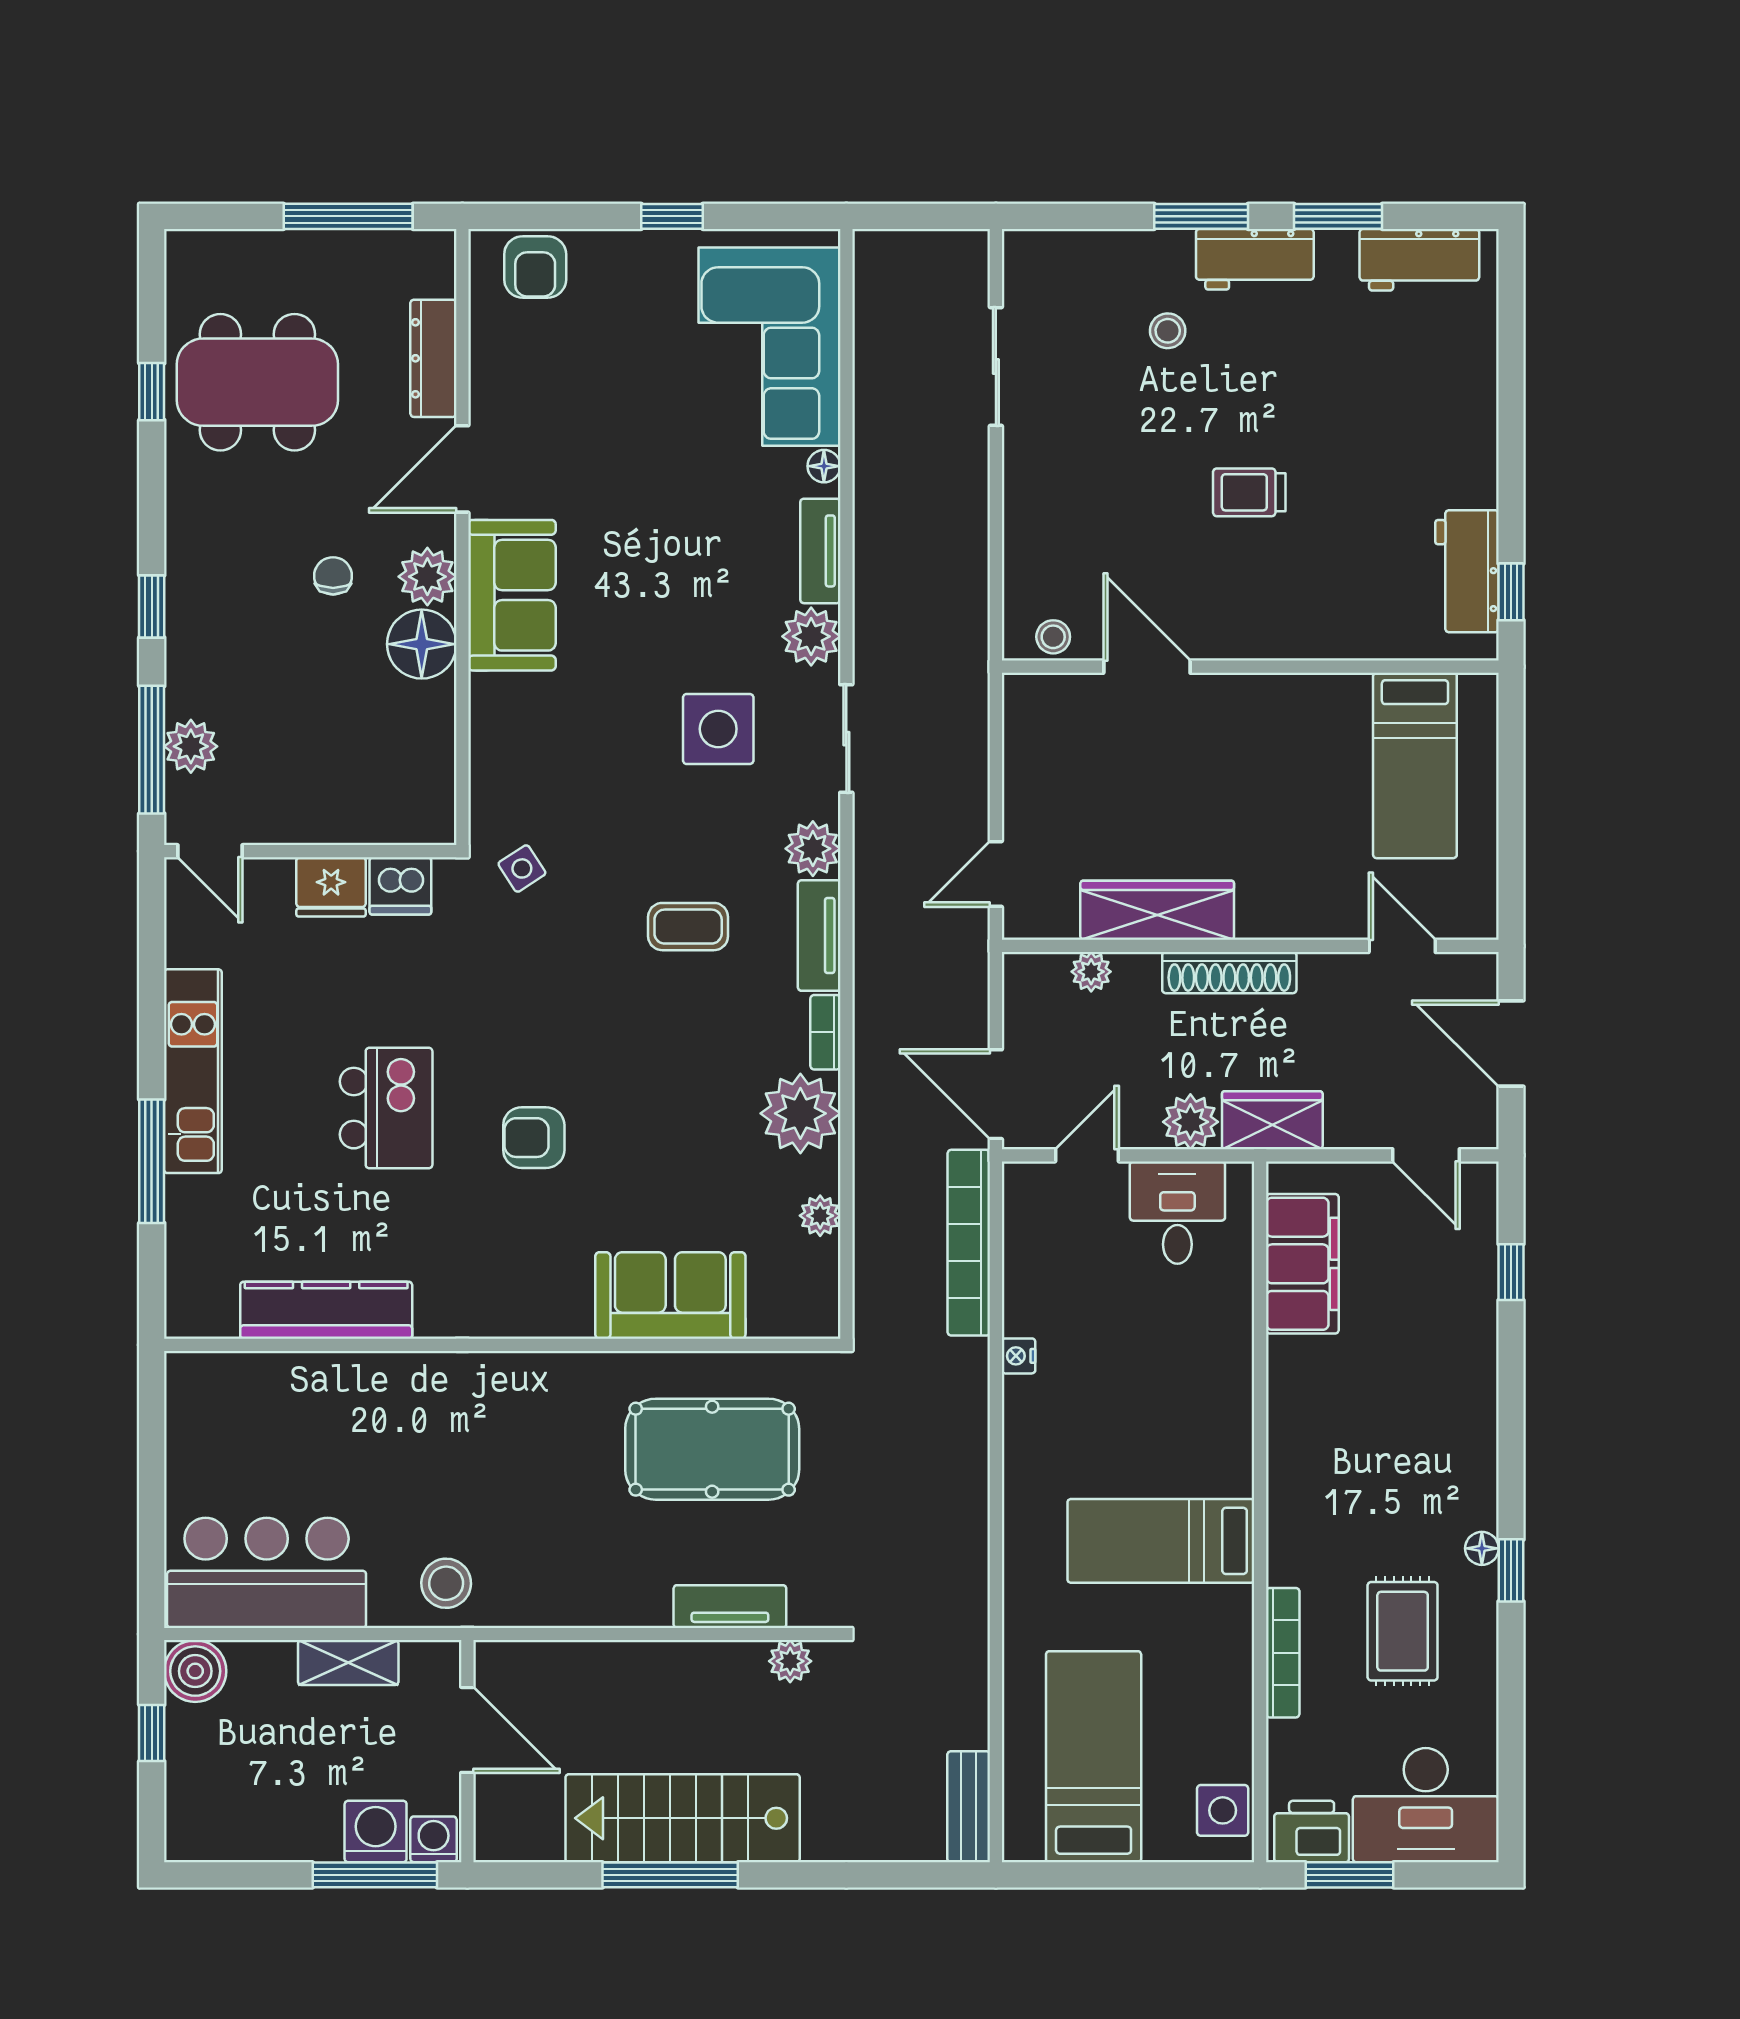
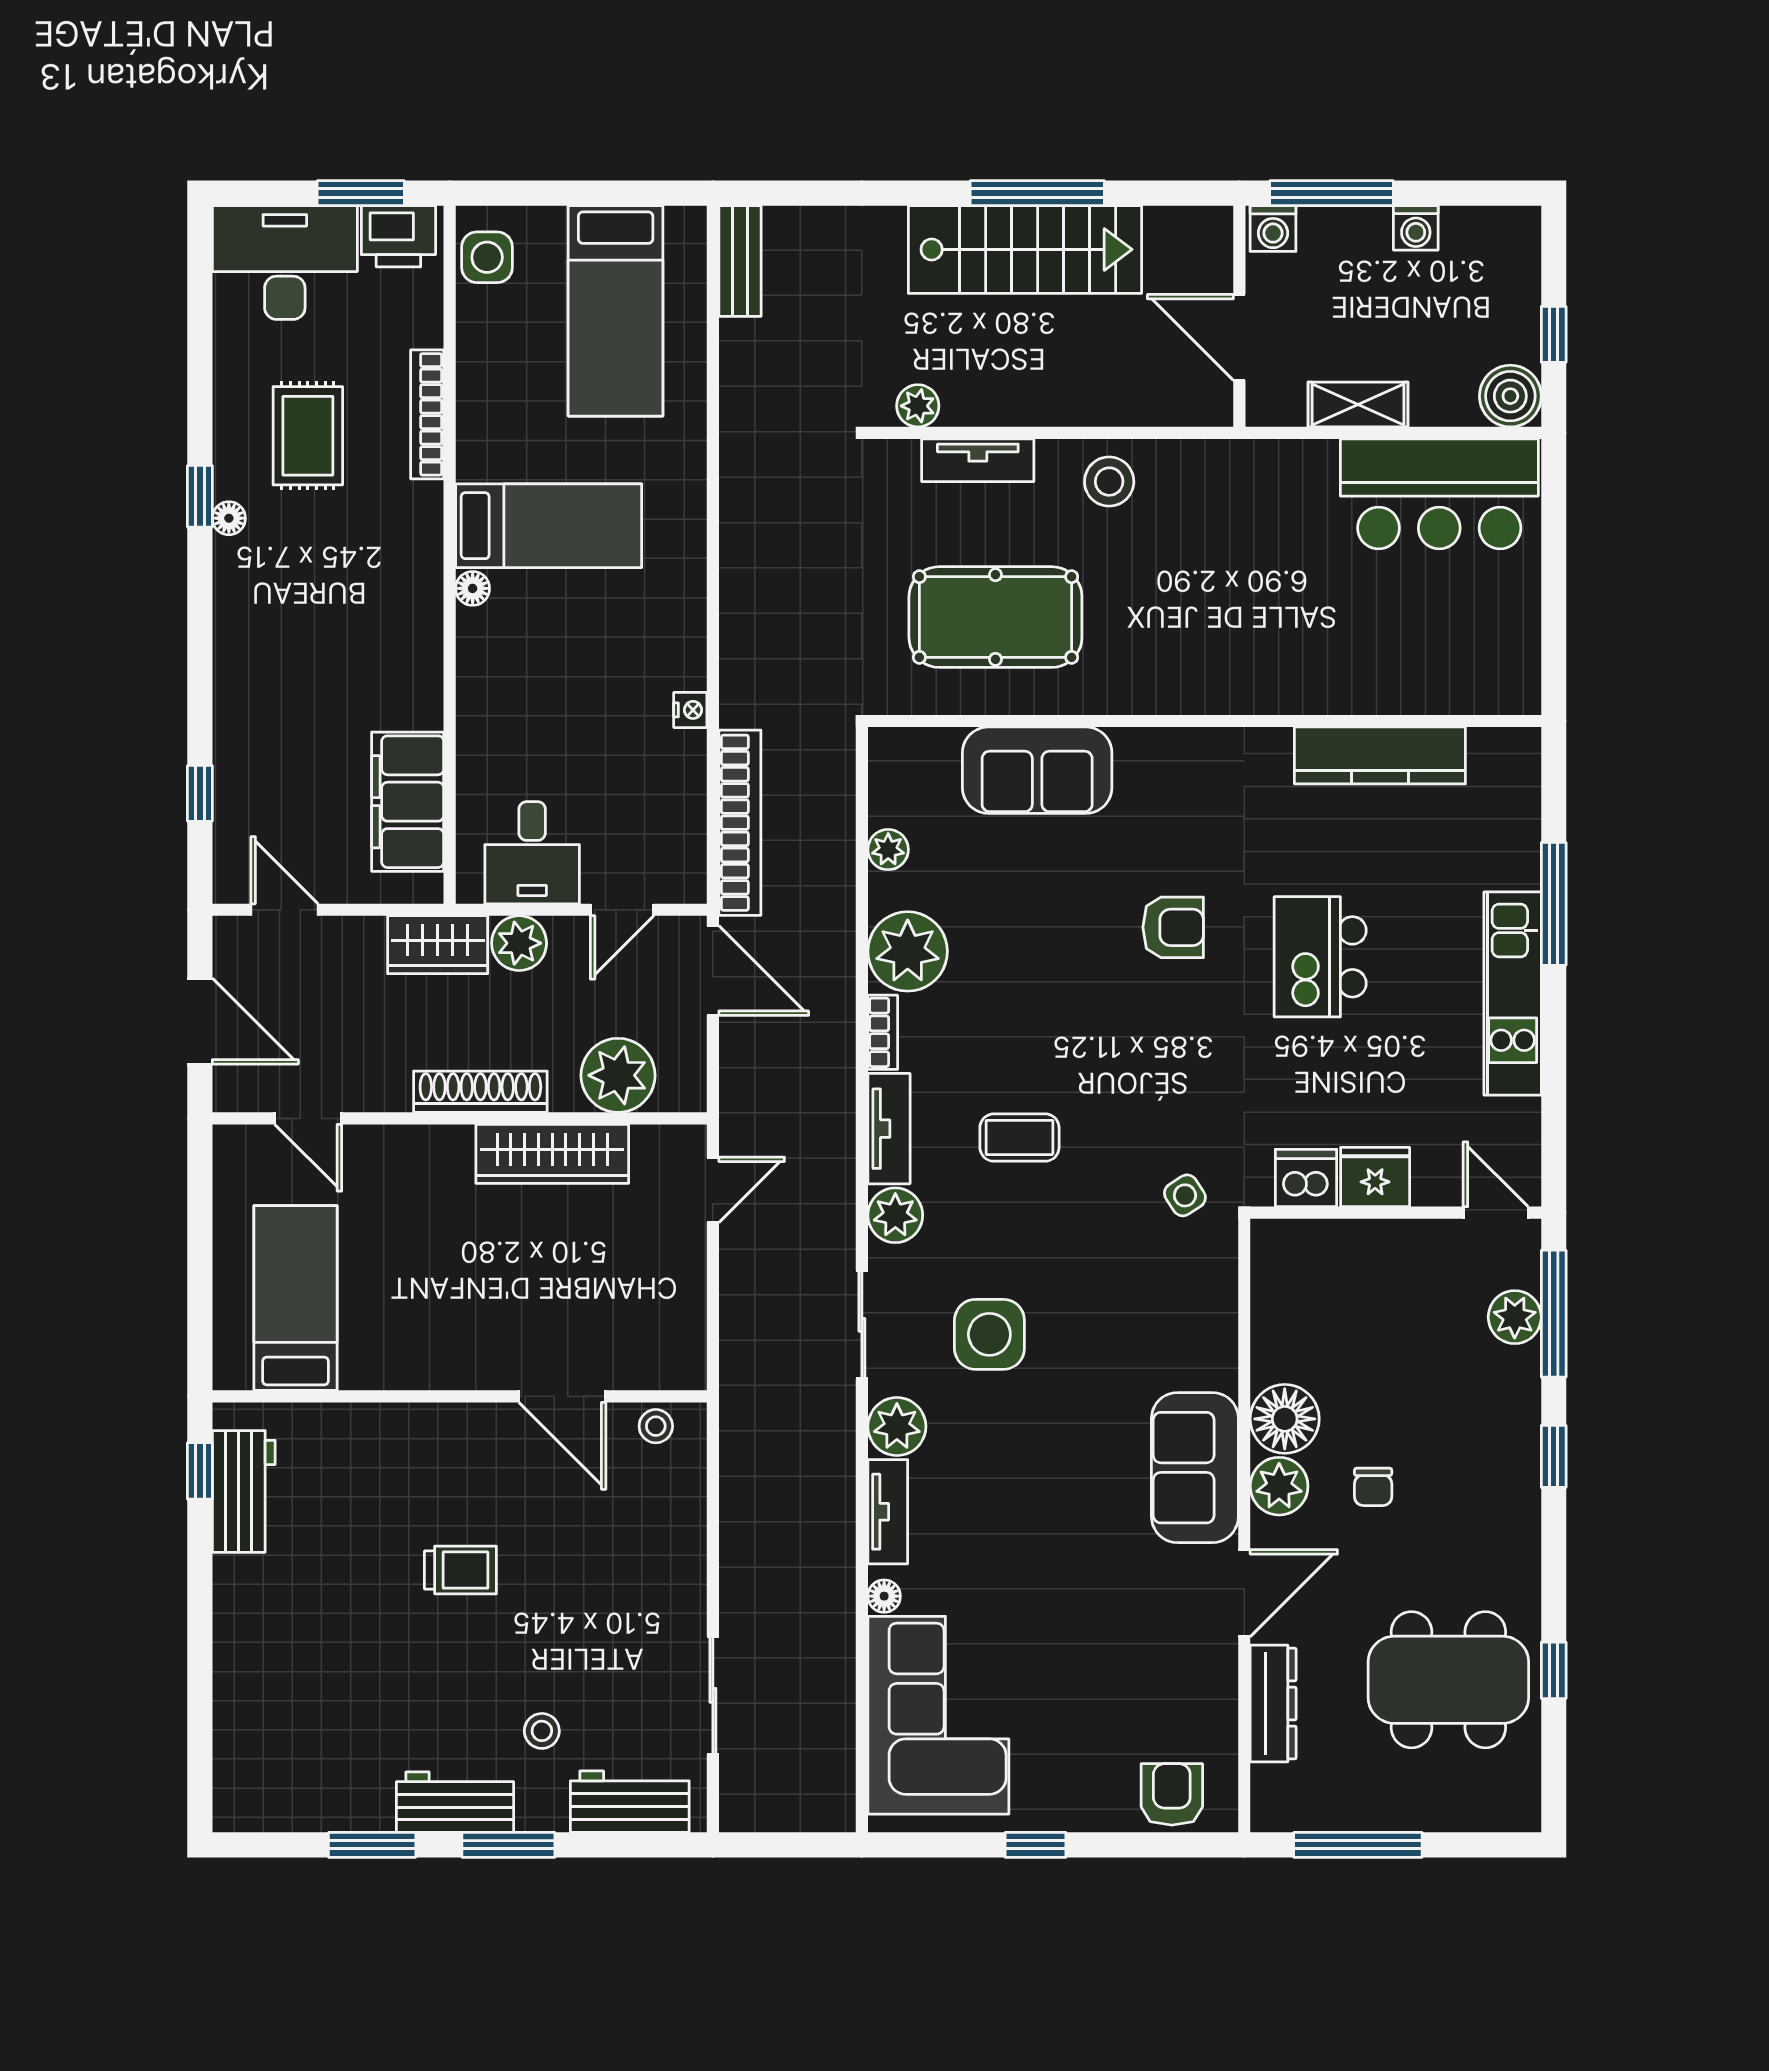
workbench: (1419, 260) -> (630, 1802), moved
plant: (1091, 972) -> (618, 1075), width x1.88, depth x1.88
floor lamp: (1237, 1478) -> (473, 588), added
stool: (446, 1583) -> (1109, 482), moved
washing machine: (376, 1832) -> (1416, 228), moved, width x0.73, depth x0.73

